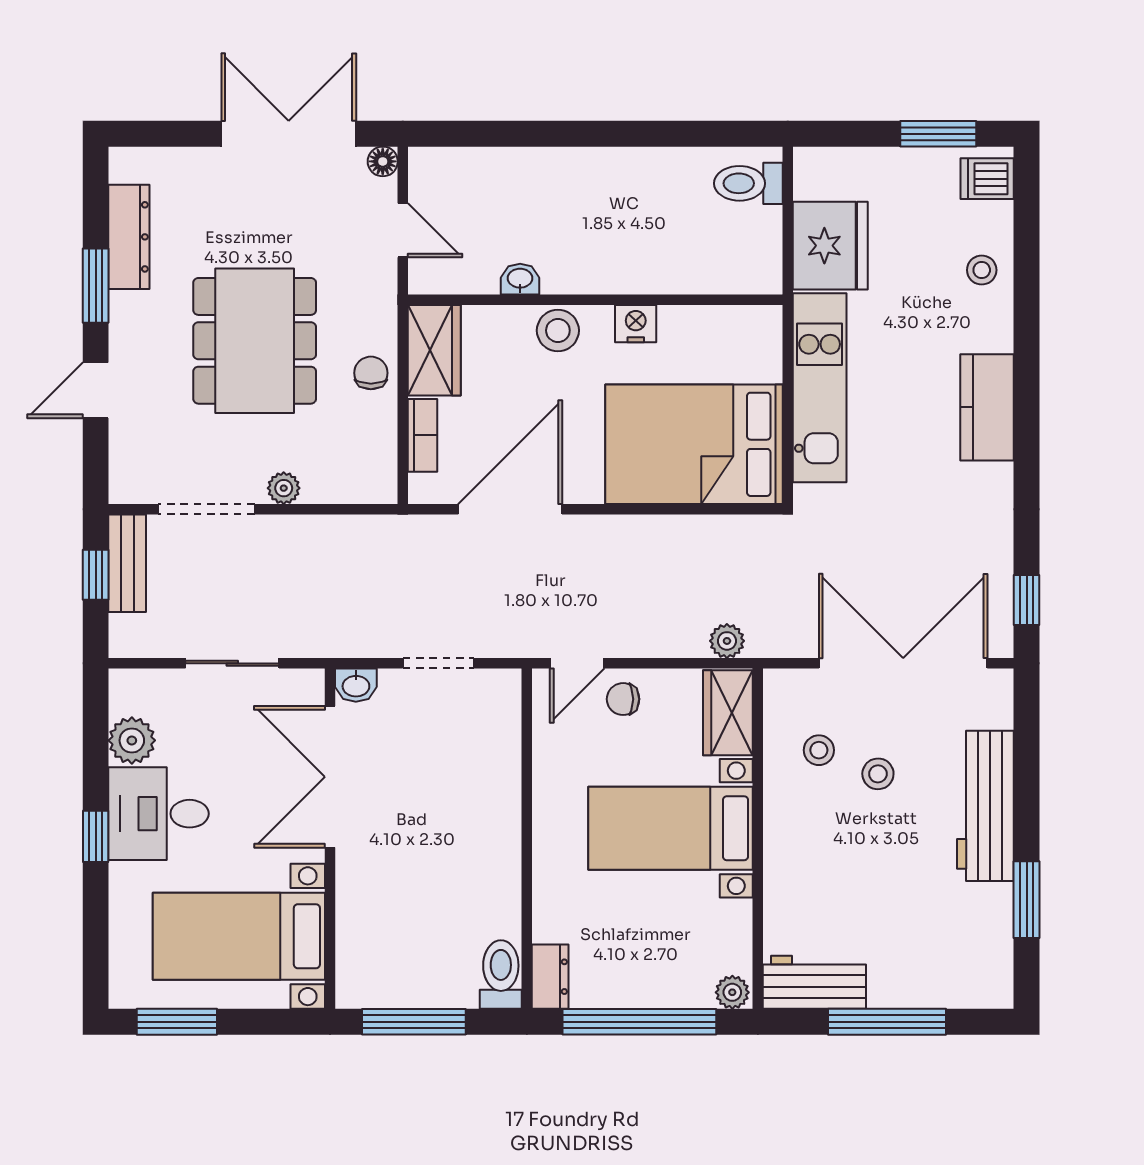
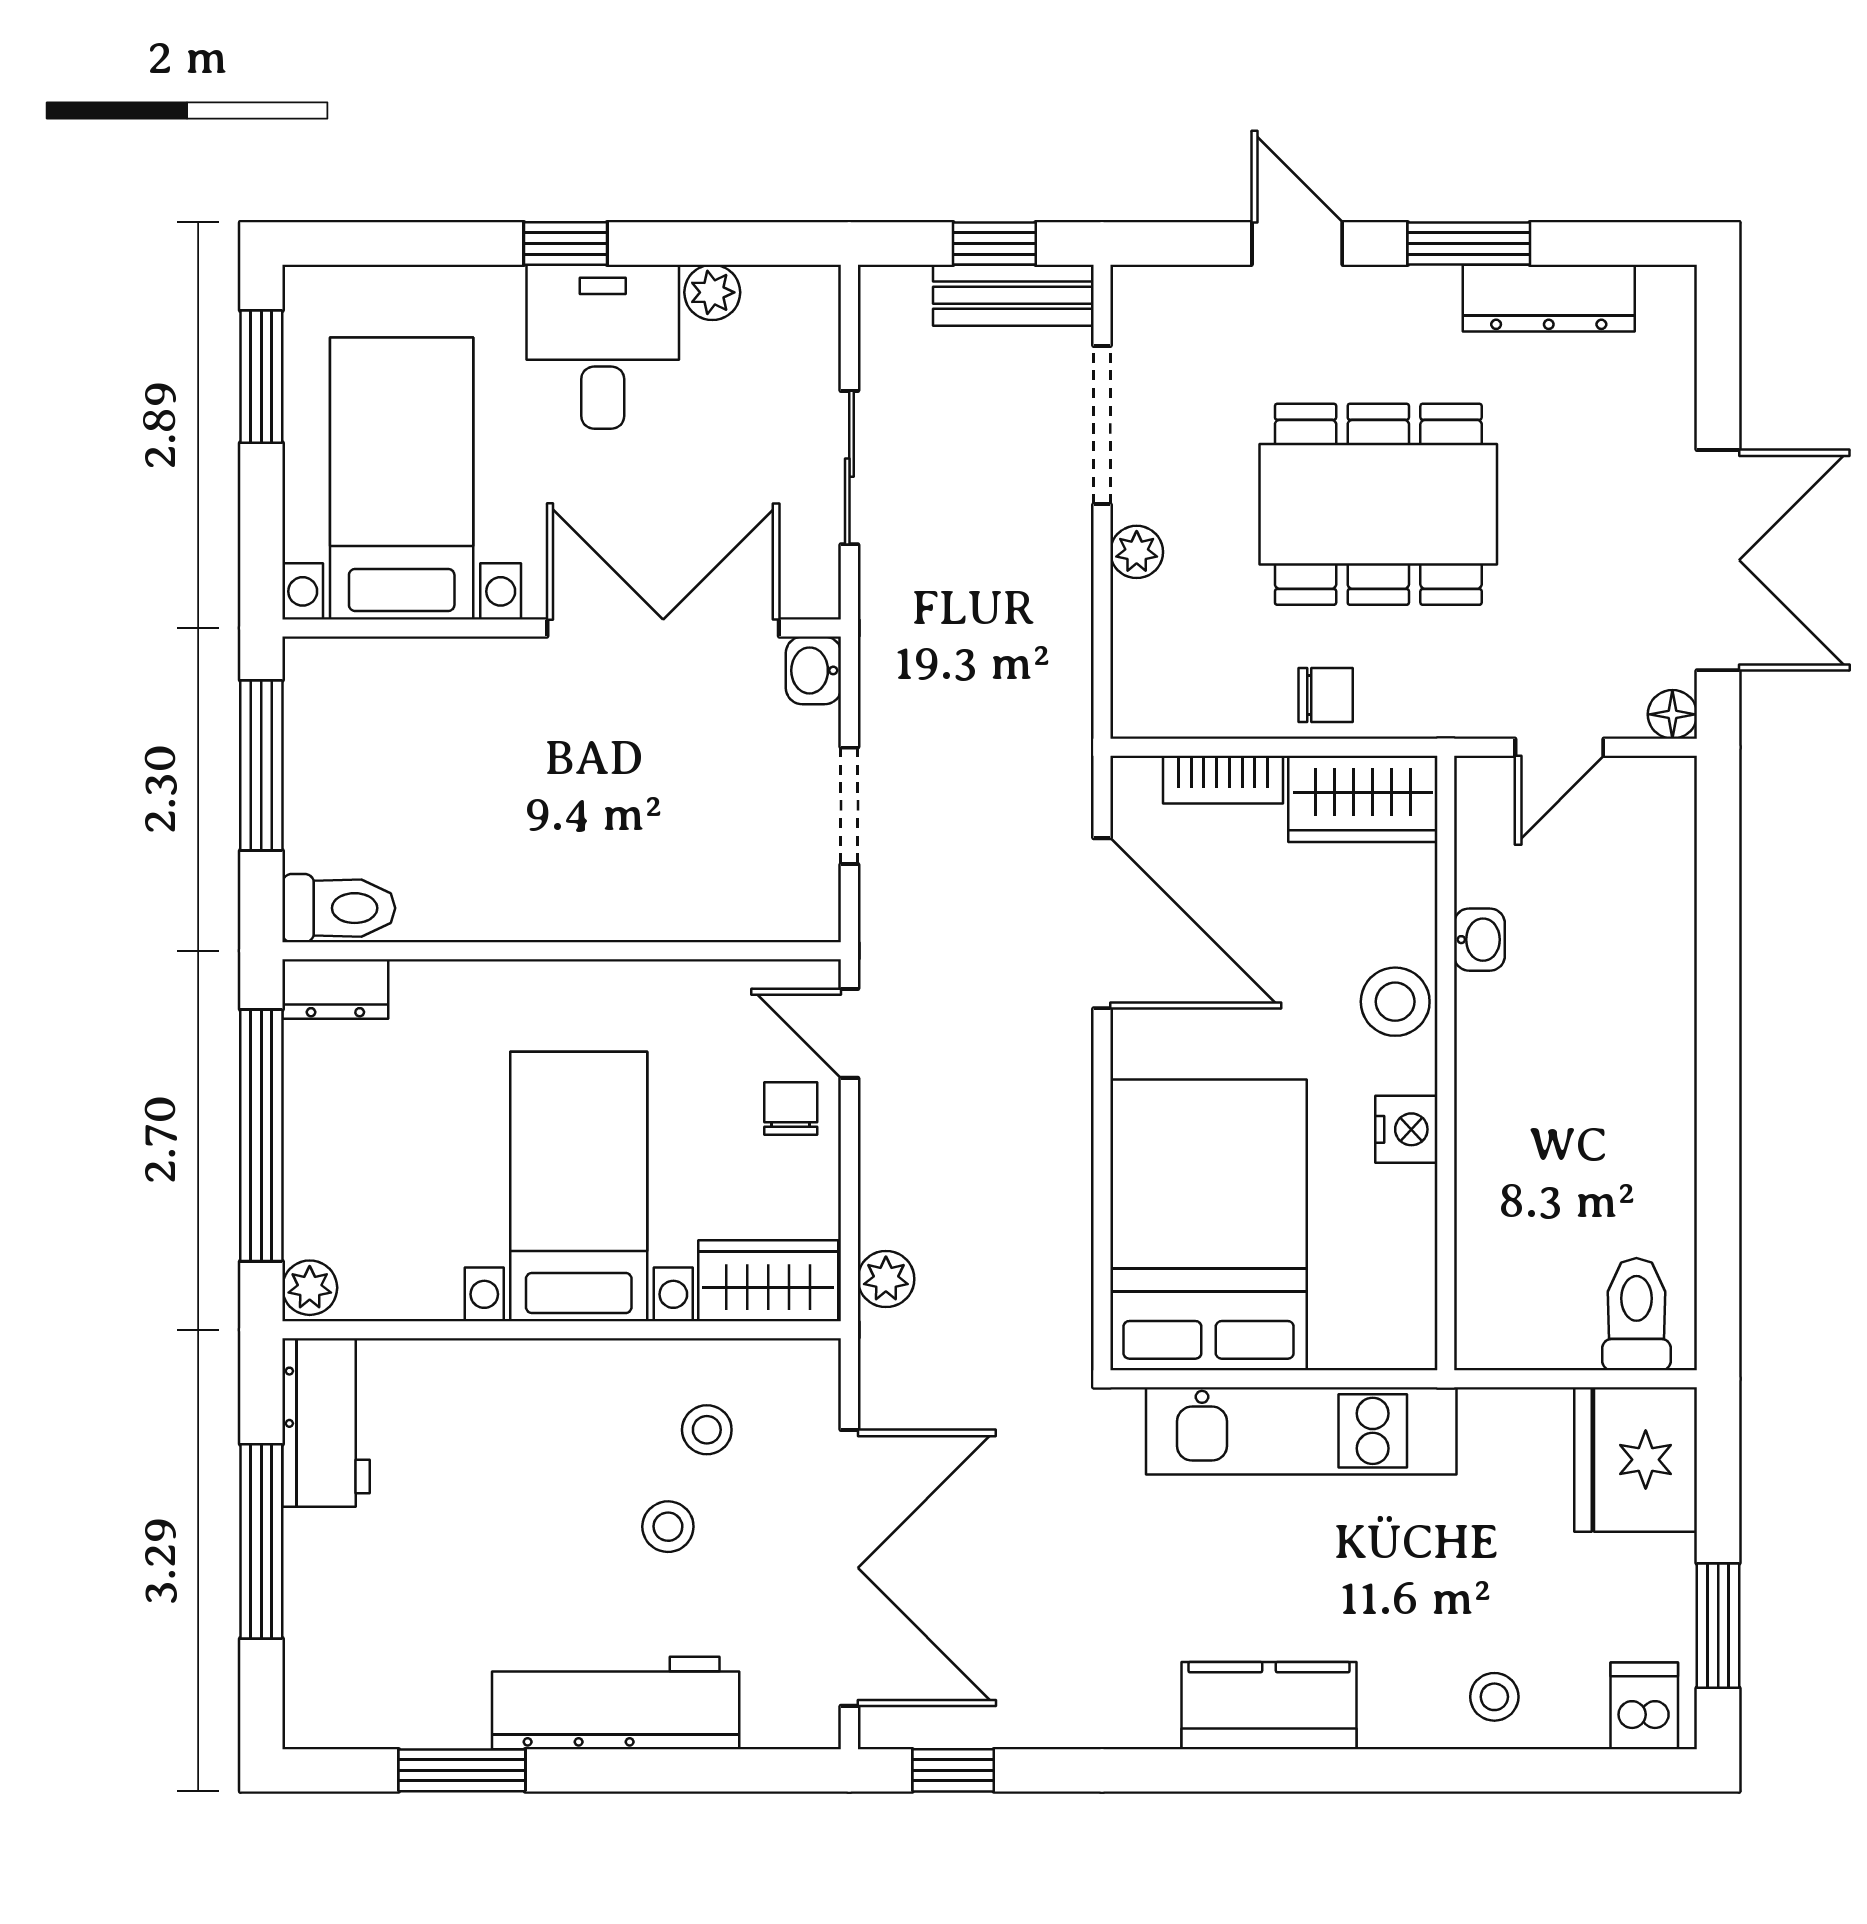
fridge: (830, 246) -> (1636, 1460), moved, turned 90
plant: (132, 740) -> (712, 292), width x0.73, depth x0.73

